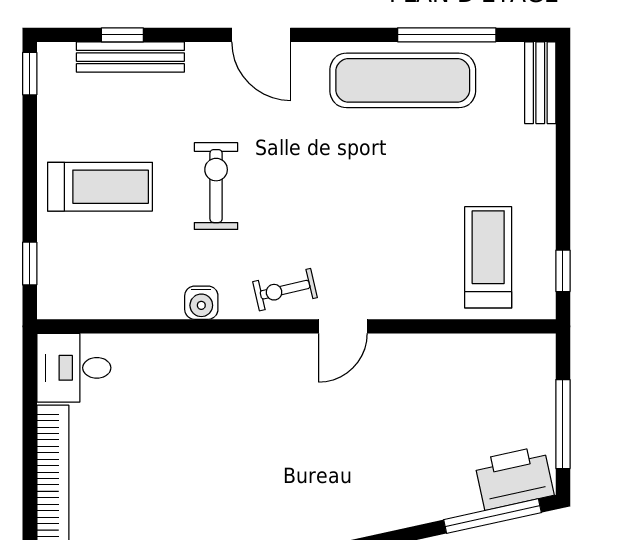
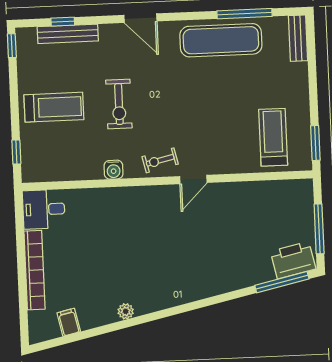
exercise bike: (216, 186) -> (119, 104), turned 180
window: (563, 271) -> (315, 143), width x1.50

